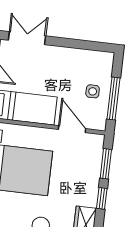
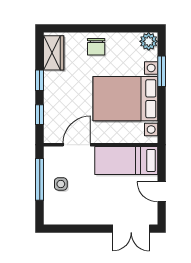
door: (72, 129) -> (77, 145), swing flipped
window: (106, 164) -> (40, 115), width x0.67

